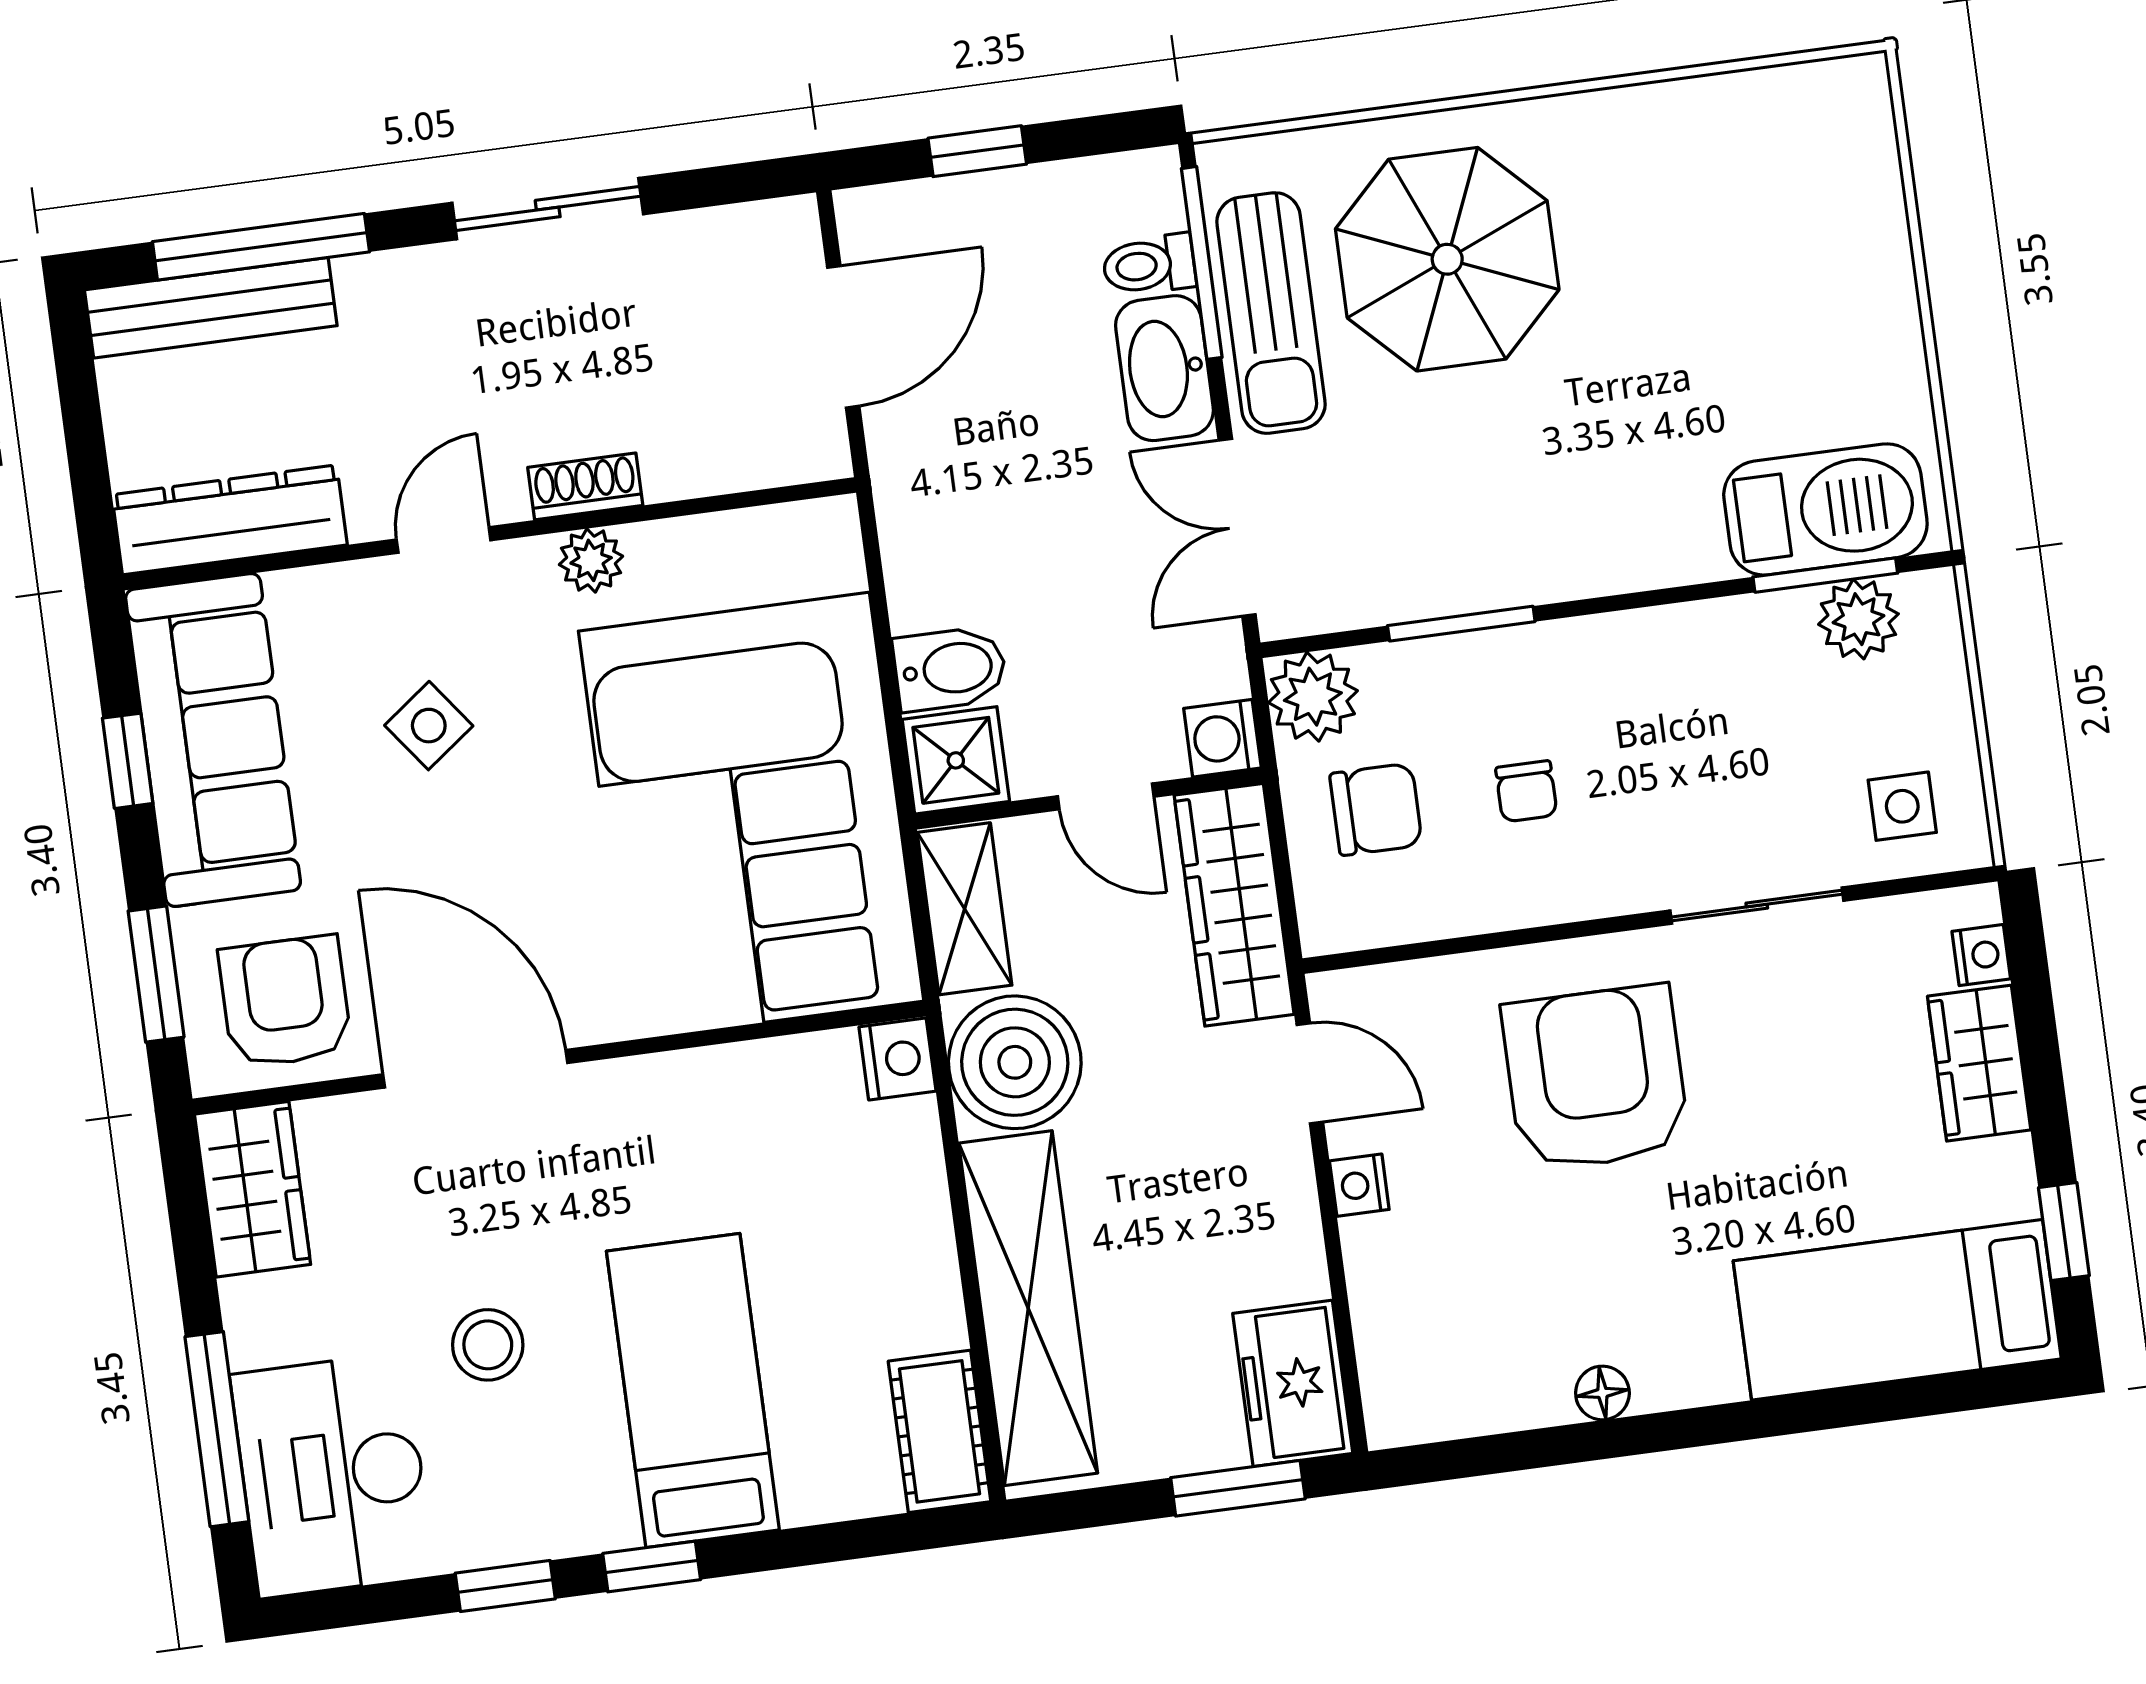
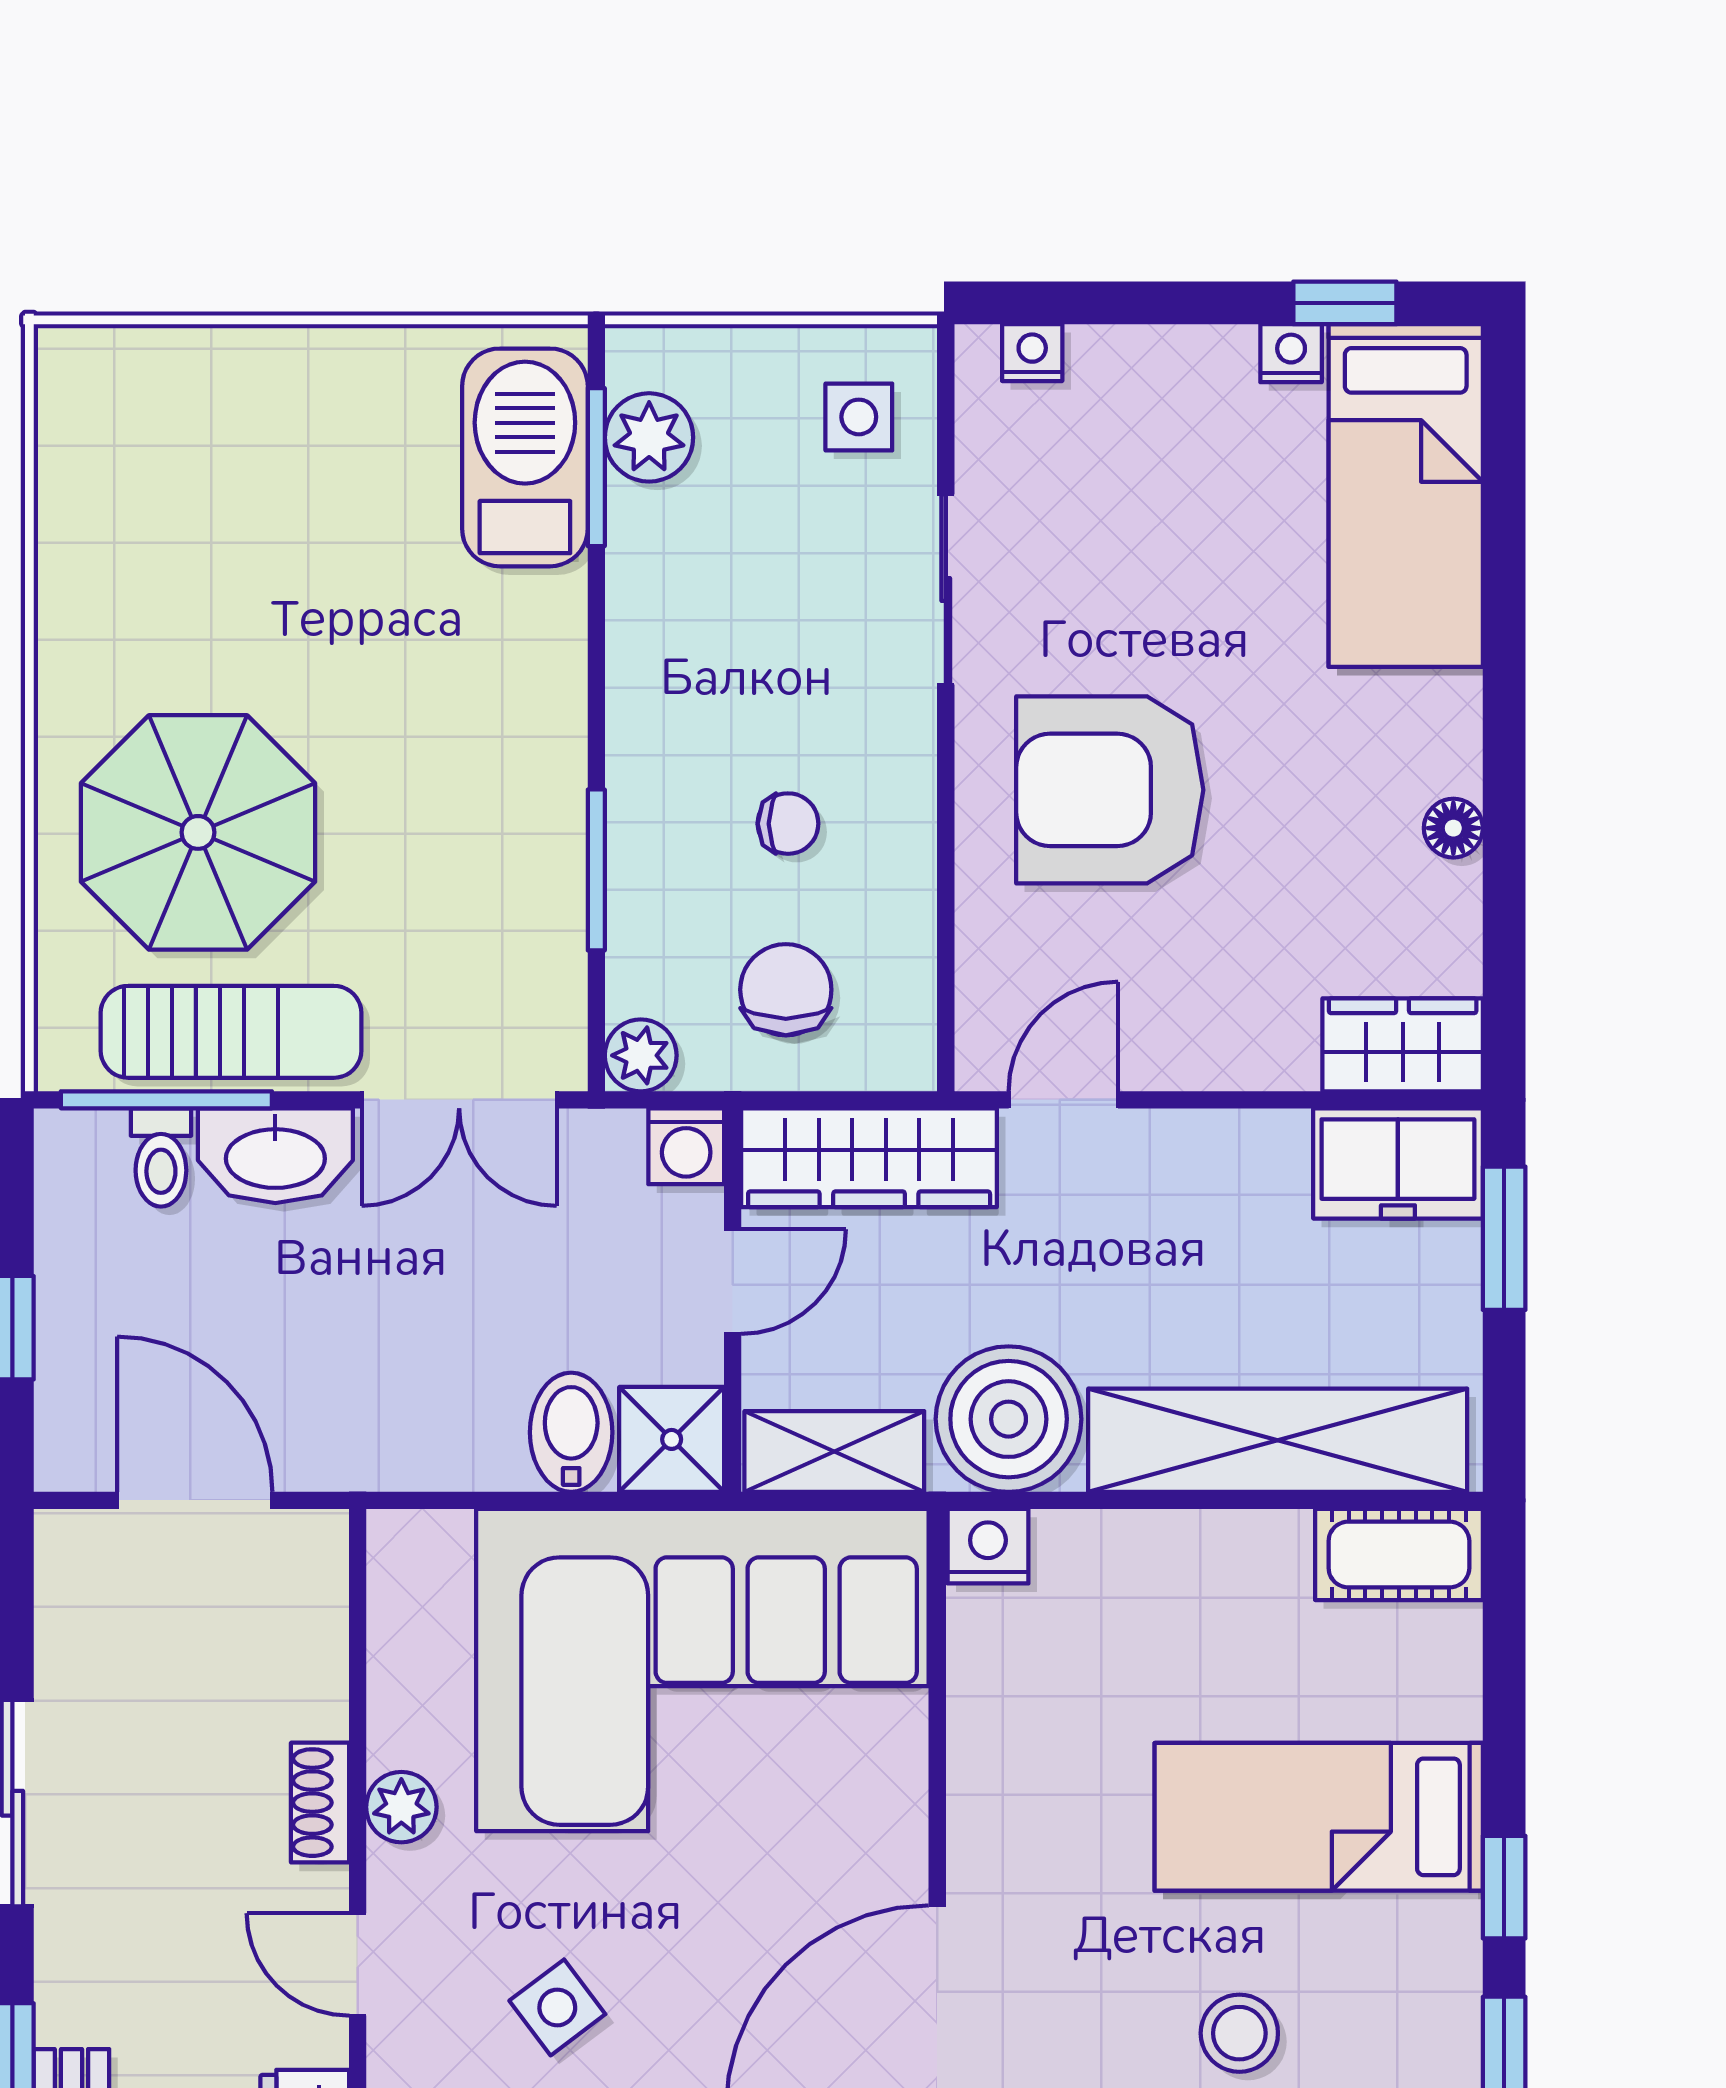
plant: (1313, 697) -> (641, 1055), width x0.73, depth x0.73
wardrobe: (1979, 1063) -> (1403, 1045), moved, turned 180
nightstand: (1359, 1185) -> (1291, 353), moved, turned 180

